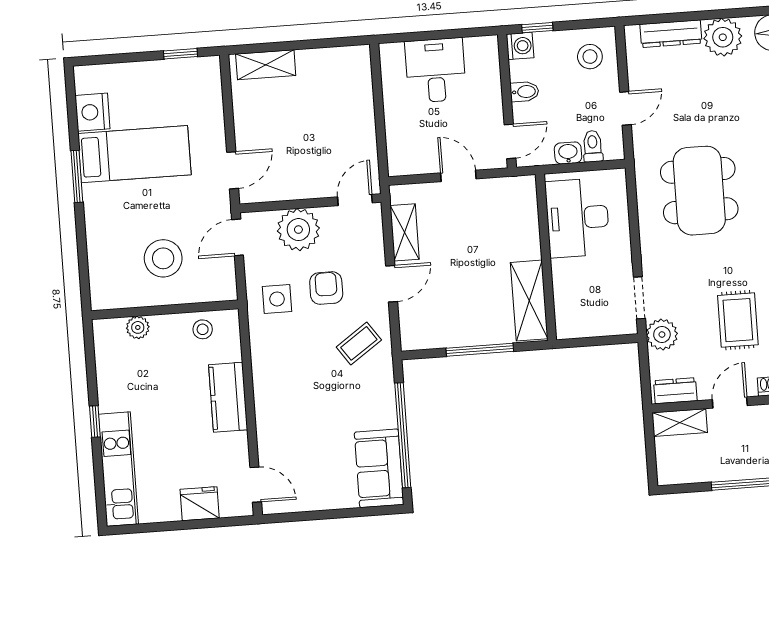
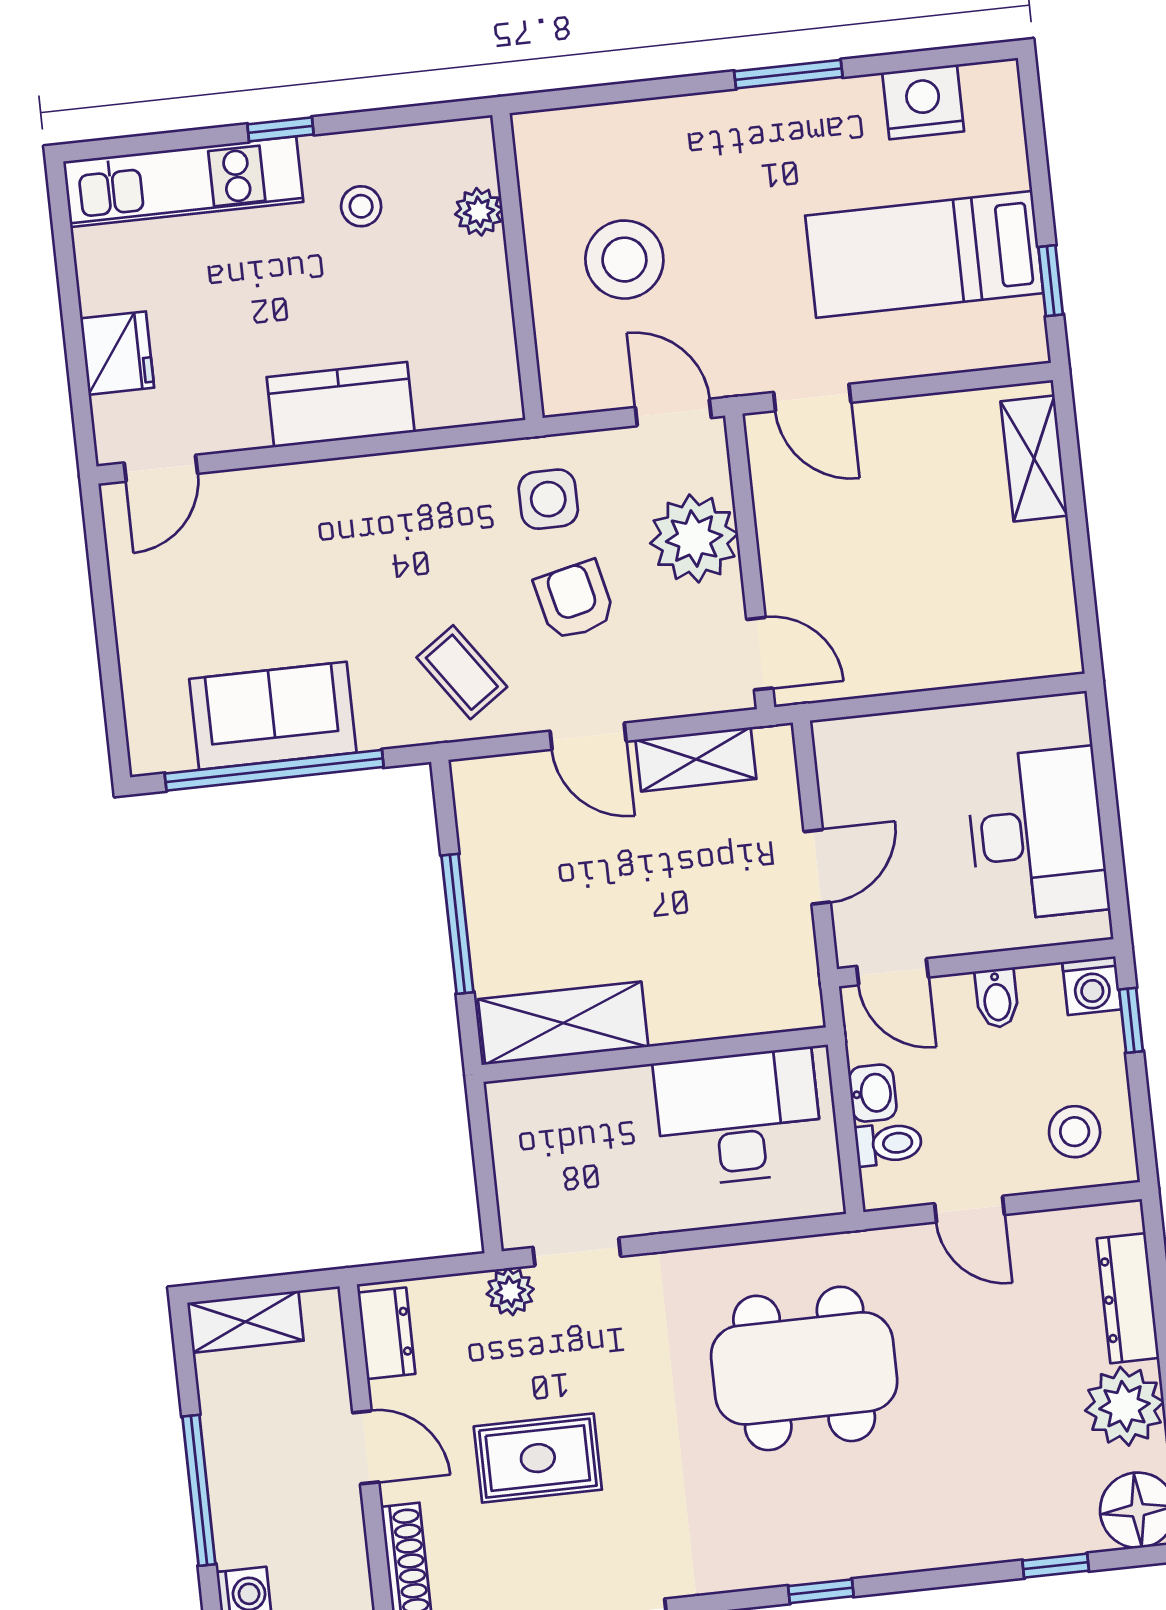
desk: (436, 70) -> (1037, 834), width x1.37
bed: (134, 154) -> (924, 254), moved, turned 90
armchair: (326, 288) -> (575, 600), turned -103
stool: (203, 329) -> (361, 206), moved
plant: (662, 334) -> (510, 1292), width x0.73, depth x0.73
shelving: (680, 423) -> (245, 1322), moved, turned 90
sofa: (379, 468) -> (273, 716), moved

